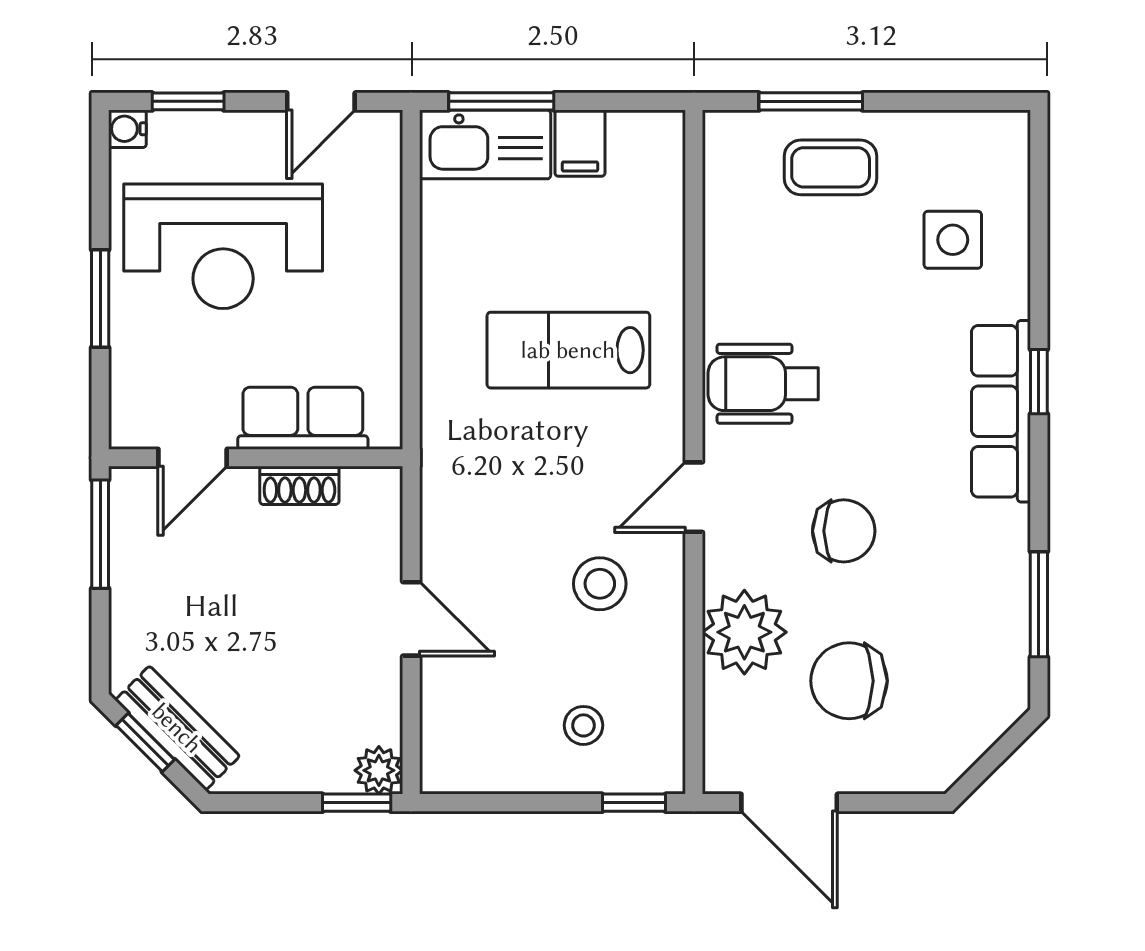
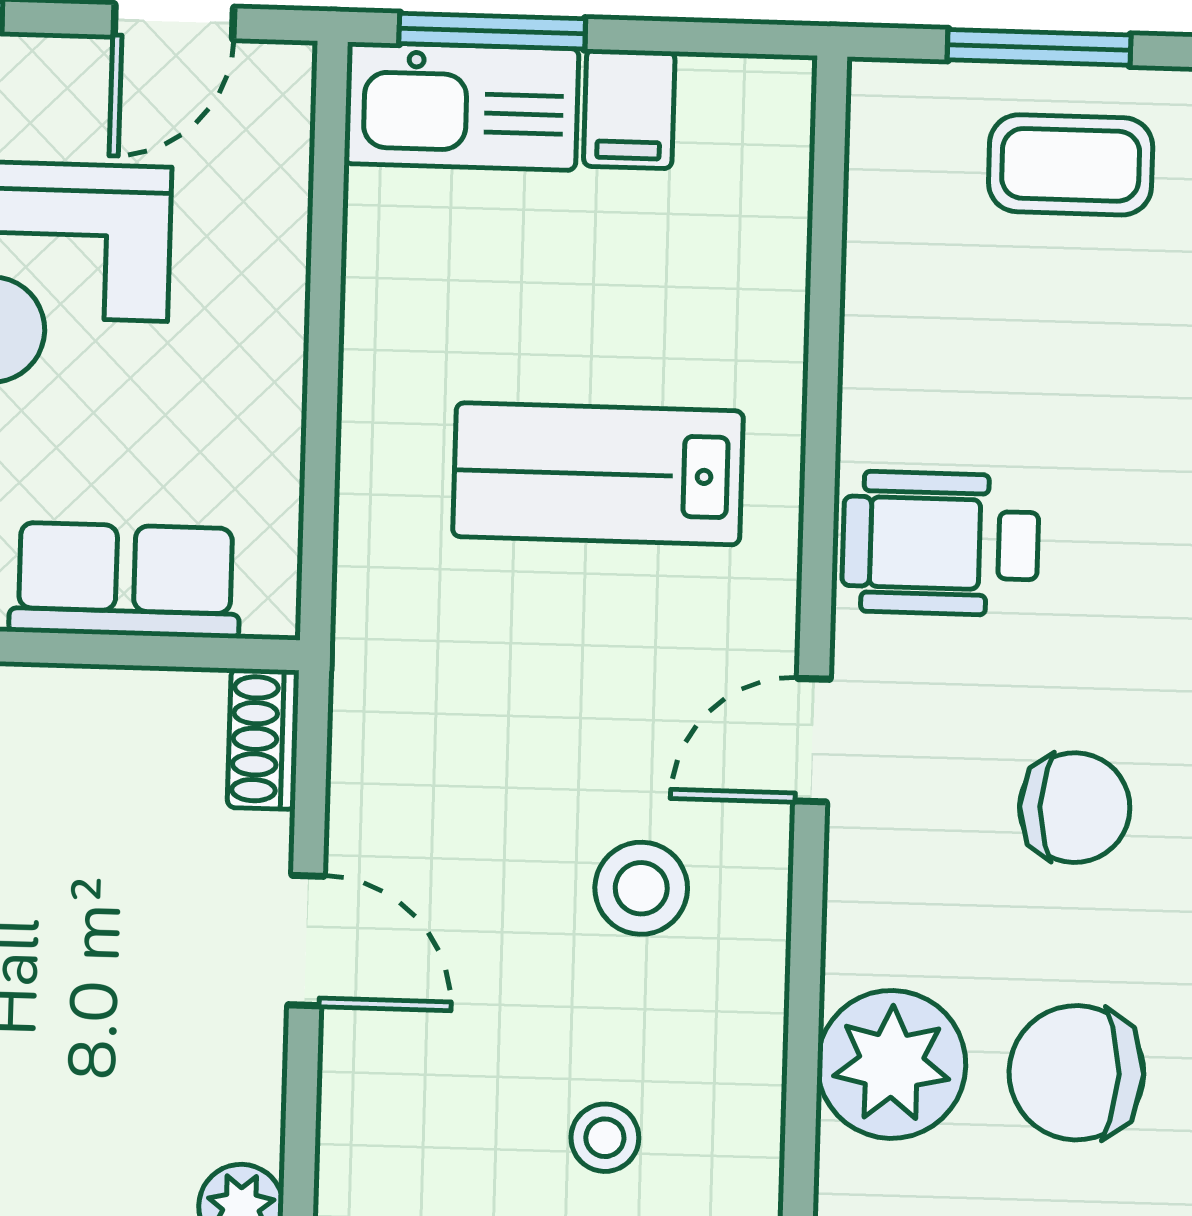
shoe rack: (299, 485) -> (263, 739), moved, turned 90
plant: (744, 632) -> (892, 1064), moved

